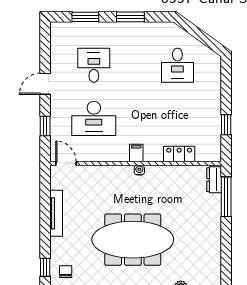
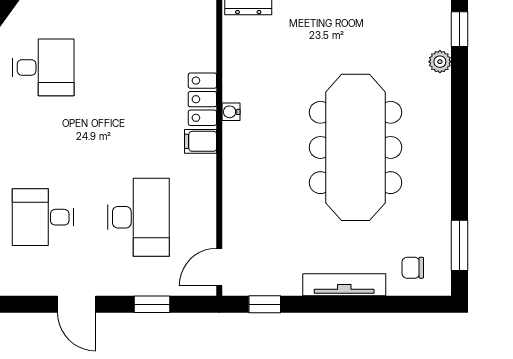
locker: (179, 154) -> (202, 99), moved
water cooler: (139, 170) -> (231, 112), moved
tv unit: (56, 213) -> (344, 285), moved
window: (45, 267) -> (265, 304), moved

